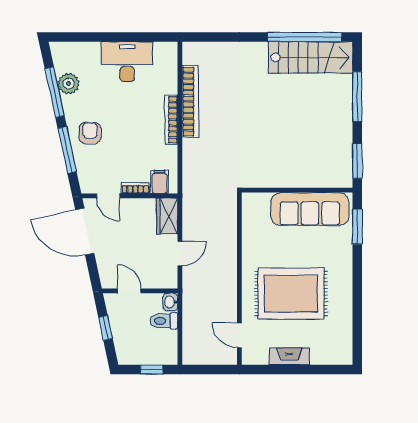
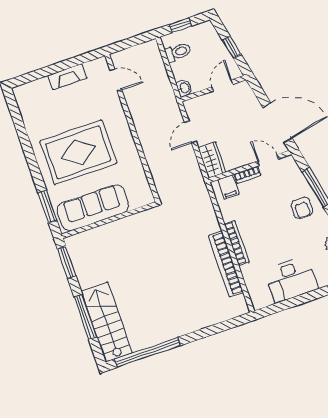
stairs: (311, 57) -> (107, 322), moved, turned 90
door: (129, 291) -> (222, 86), swing flipped
rug: (291, 294) -> (78, 152), moved
toilet: (164, 321) -> (178, 52), moved

